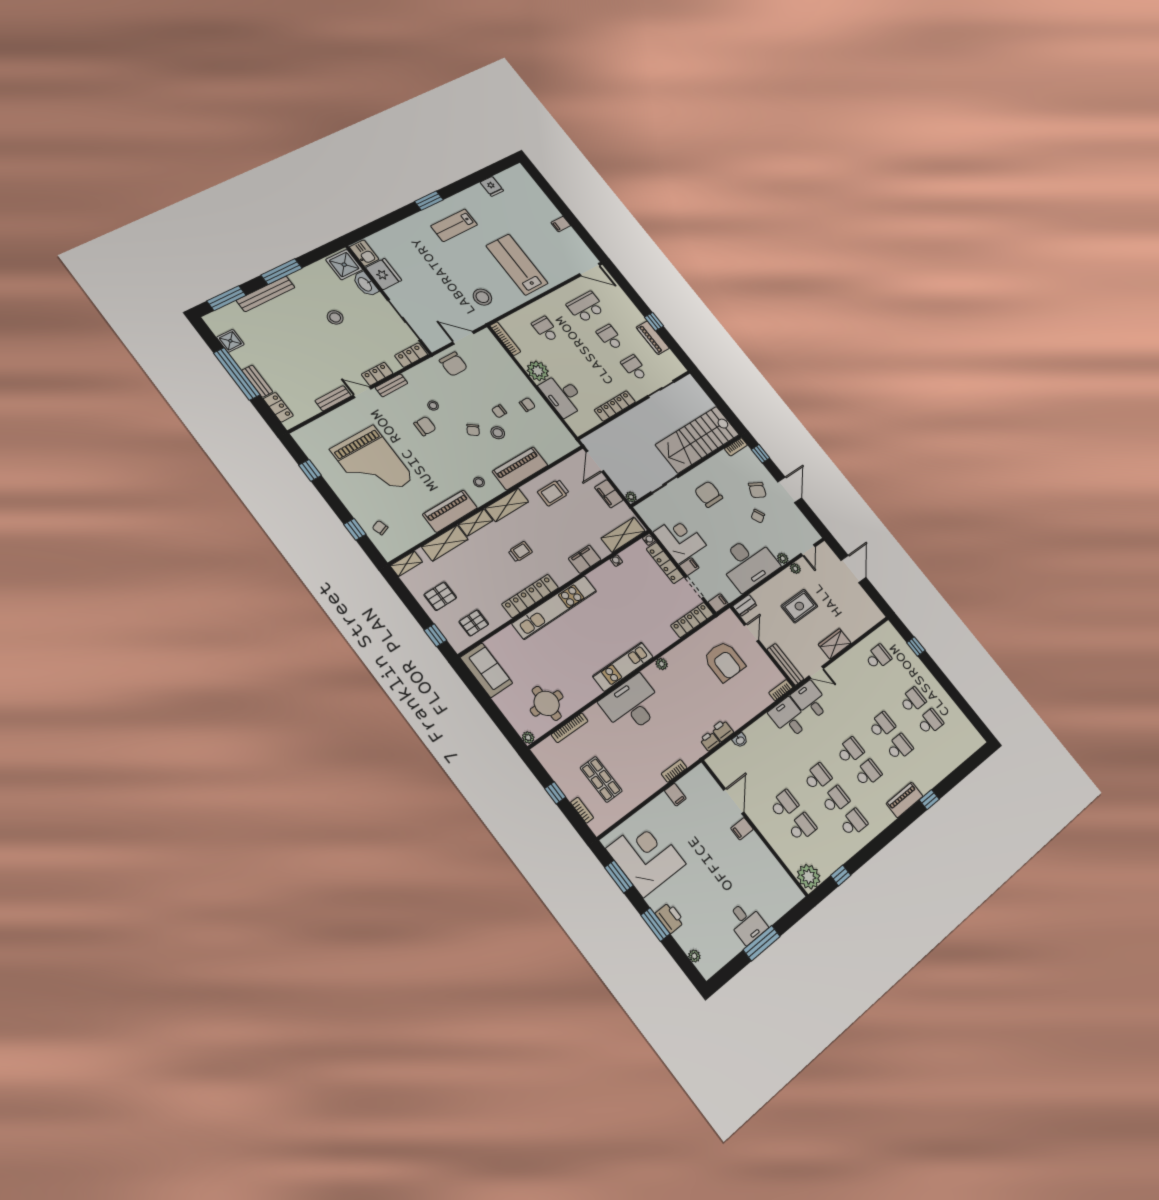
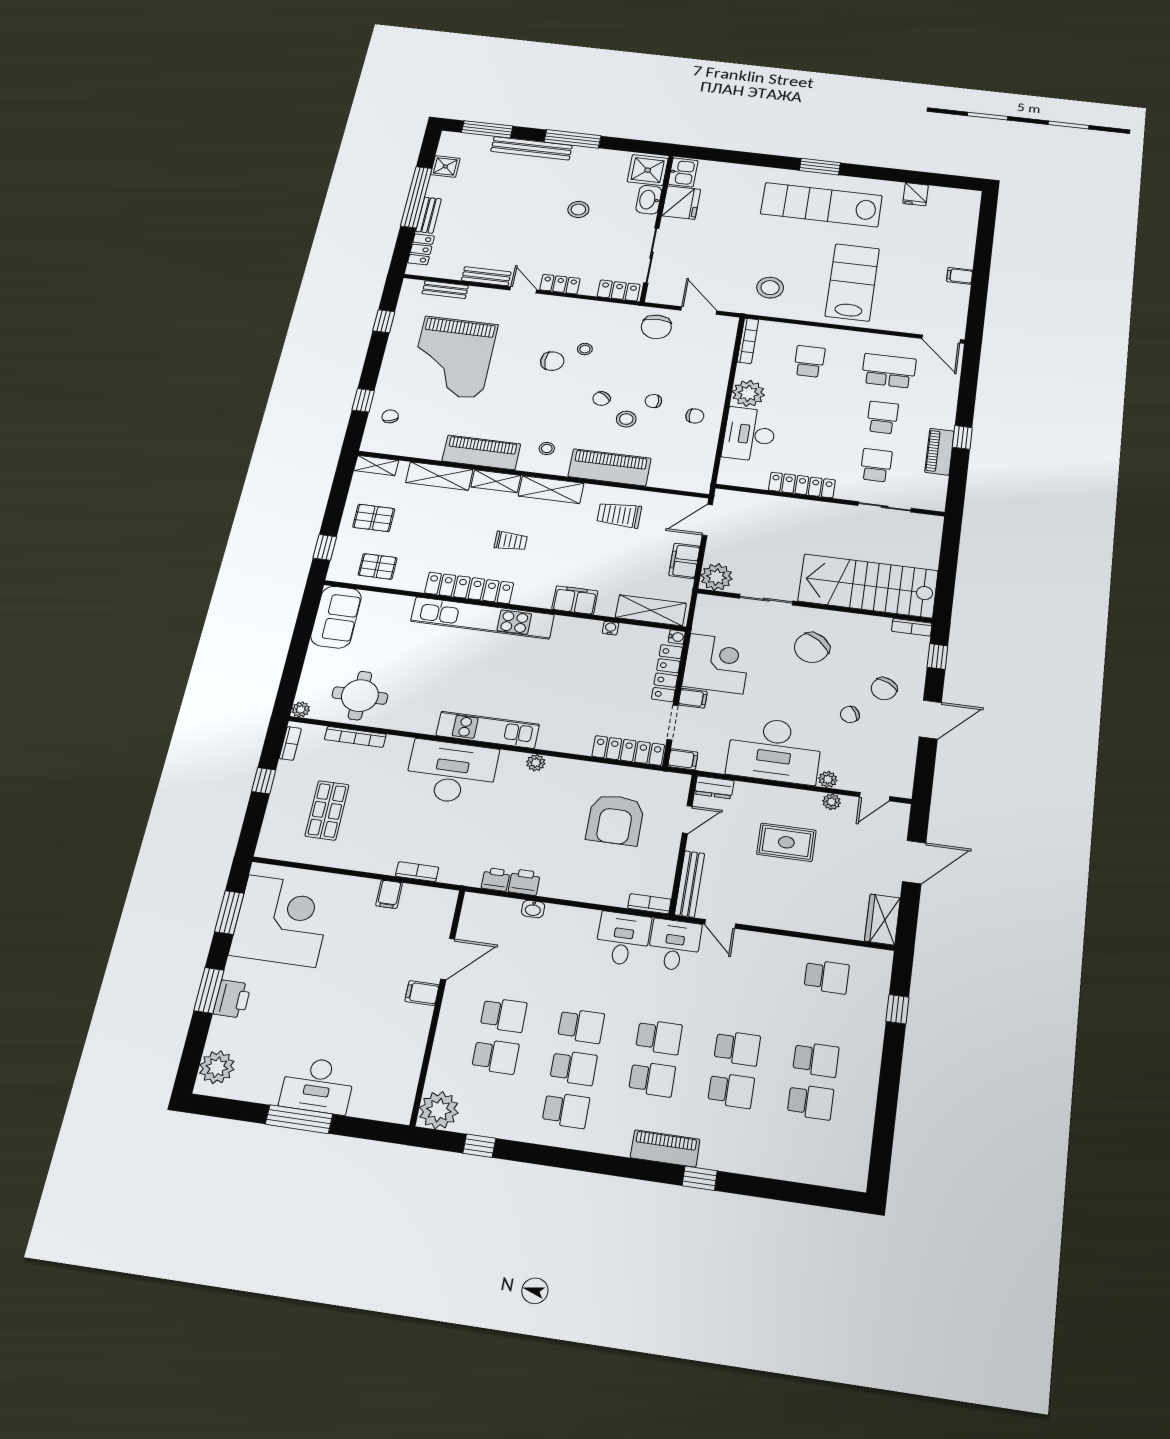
lab bench: (454, 225) -> (821, 205), width x1.86, depth x1.39
bench: (392, 385) -> (445, 290), moved
chair: (709, 494) -> (812, 648), turned -143
plant: (631, 497) -> (716, 577), width x1.88, depth x1.88
wardrobe: (835, 644) -> (882, 919), moved, turned -90
bookcase: (582, 810) -> (290, 743), moved
desk: (747, 923) -> (318, 1085), width x1.37
plant: (694, 956) -> (217, 1067), width x1.87, depth x1.87

